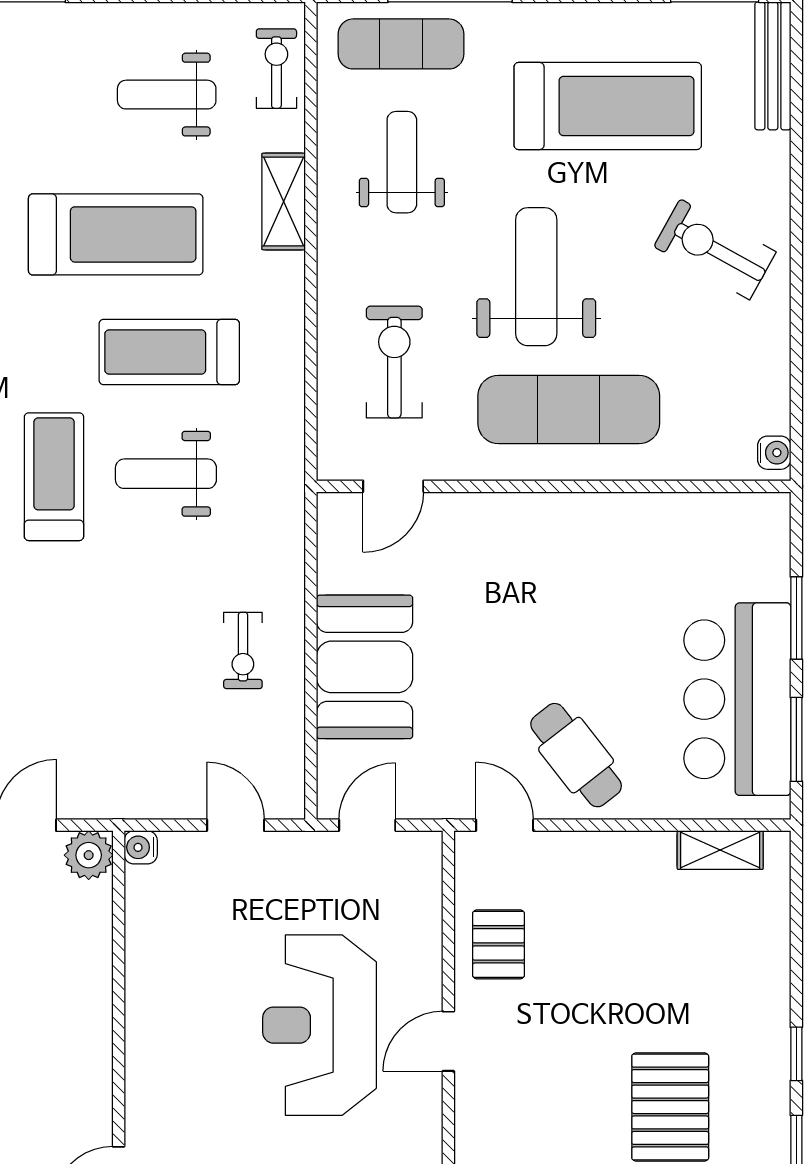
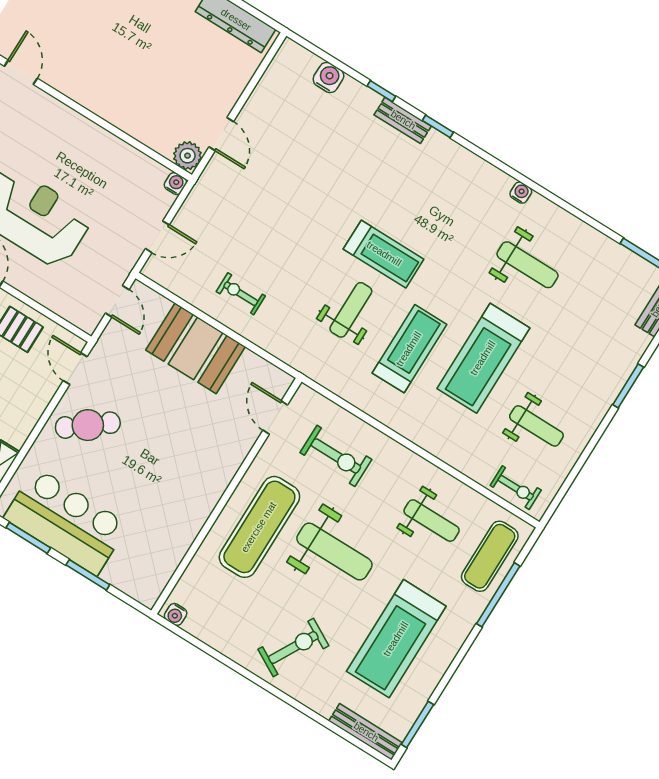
weight bench: (167, 95) -> (536, 426), turned 90
shelving: (284, 201) -> (448, 451), removed
door: (505, 825) -> (75, 369), swing flipped

